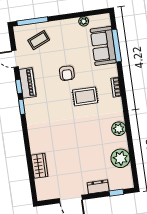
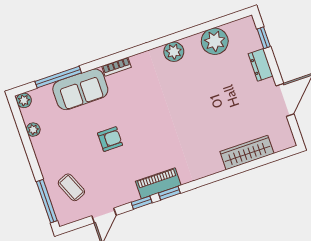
plant: (105, 19) -> (24, 100), added
sofa: (103, 46) -> (80, 89), moved
piano: (28, 83) -> (158, 183), moved
rug: (85, 96) -> (138, 107), removed
wardrobe: (39, 166) -> (247, 152), width x1.50

